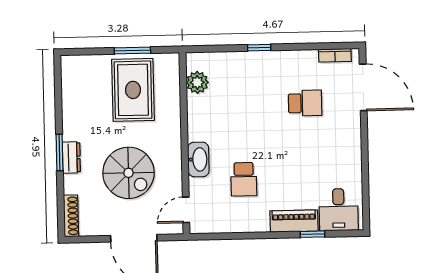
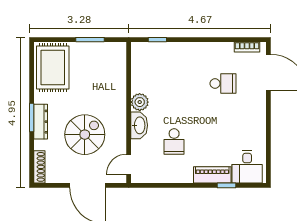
window: (259, 48) -> (157, 40), moved
plant: (197, 82) -> (140, 102), moved
rug: (133, 90) -> (53, 68), moved
dresser: (71, 157) -> (41, 122), width x1.44
spiral stairs: (129, 173) -> (85, 135), turned -90

